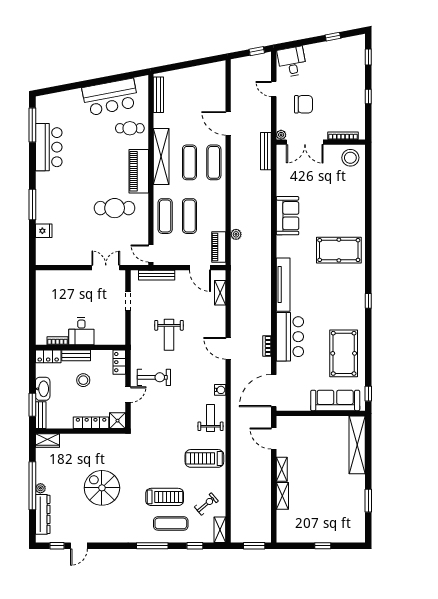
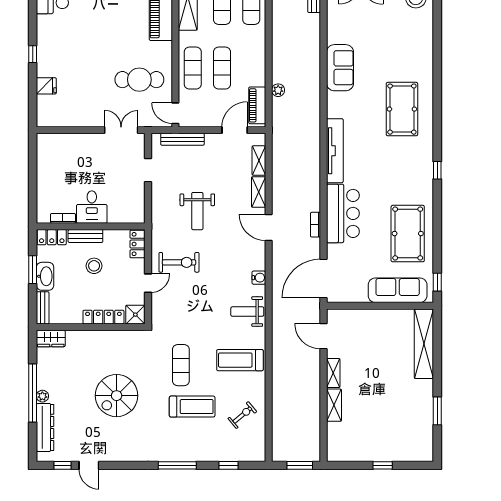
window: (32, 204) -> (33, 54), width x0.46
cafe table: (115, 208) -> (139, 80), moved
pool table: (339, 250) -> (402, 109), turned 90
door: (200, 268) -> (235, 130), swing flipped
window: (32, 405) -> (33, 270), moved
weight bench: (211, 418) -> (247, 312), turned -90
spiral stairs: (102, 488) -> (117, 396), turned -90
exercise mat: (171, 523) -> (181, 365), moved, turned 90
shelving: (220, 530) -> (259, 192), moved
door: (79, 546) -> (89, 465), hinge flipped

